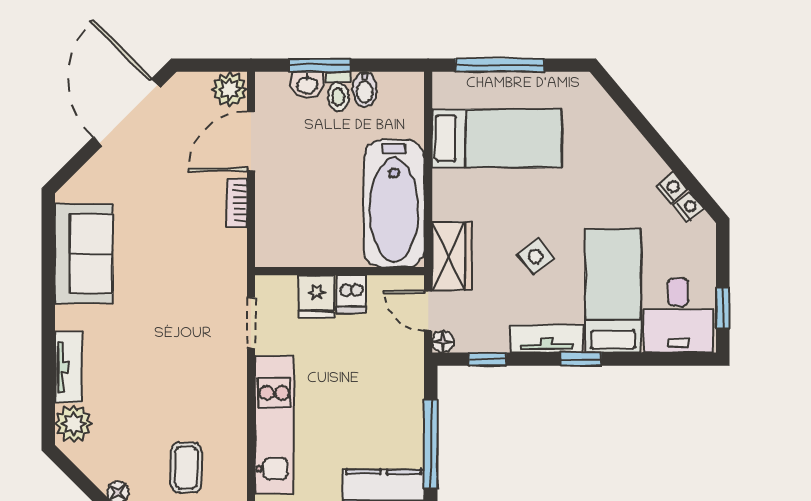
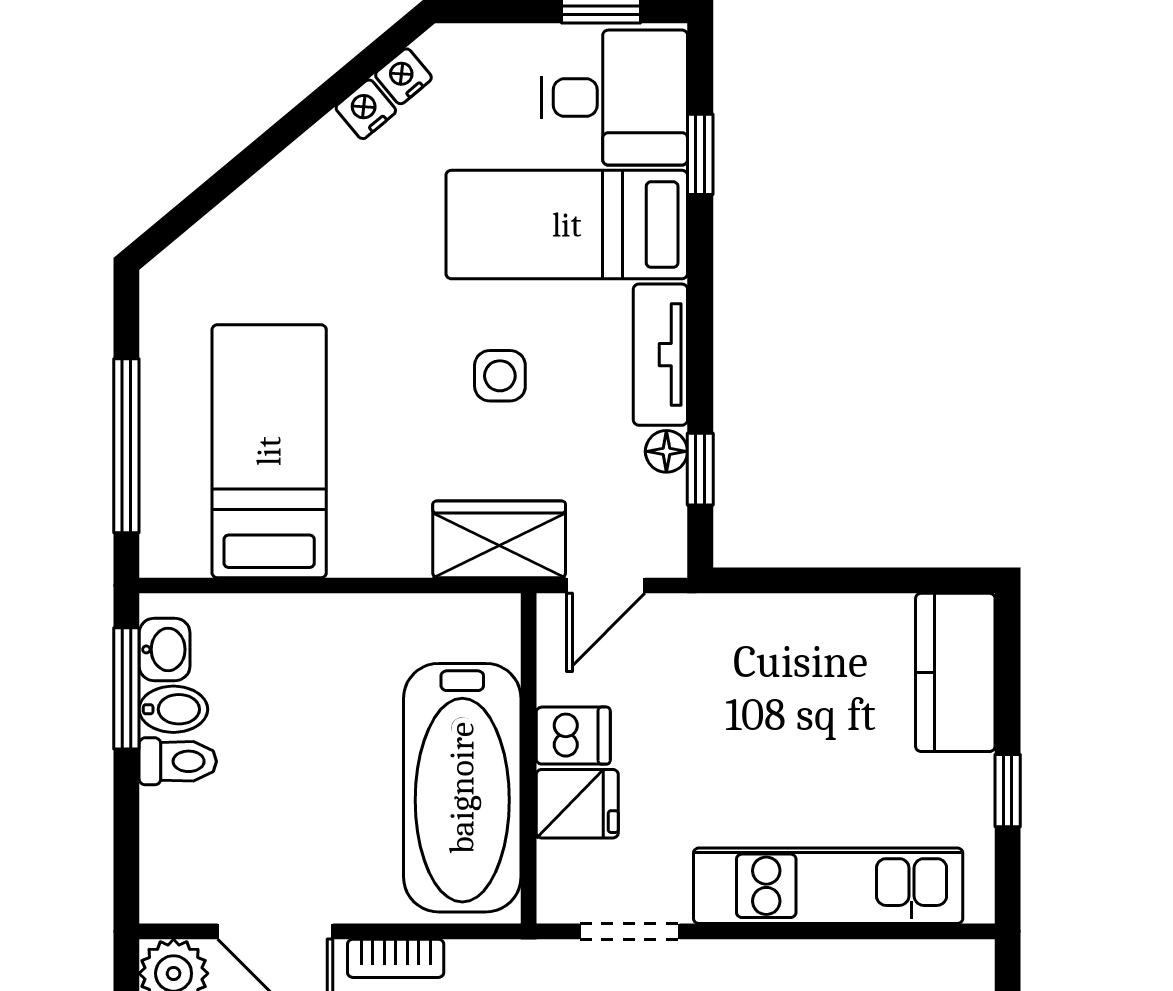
window: (320, 65) -> (126, 688), moved
washbasin: (307, 85) -> (165, 649), moved
bathtub: (394, 203) -> (462, 788), moved, turned 90
side table: (536, 256) -> (500, 376), turned 38
floor lamp: (443, 342) -> (666, 451), moved
window: (581, 359) -> (700, 154), moved
window: (431, 444) -> (866, 580), removed

